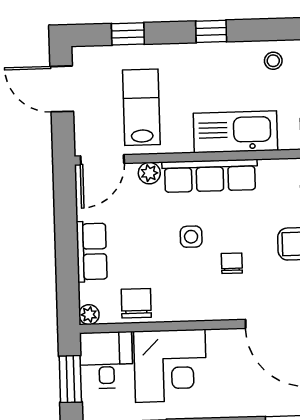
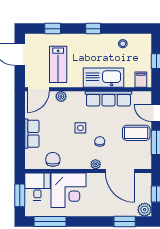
lab bench: (141, 107) -> (58, 64), turned 180
row of seats: (210, 176) -> (108, 99), moved
plant: (89, 315) -> (96, 164), moved

